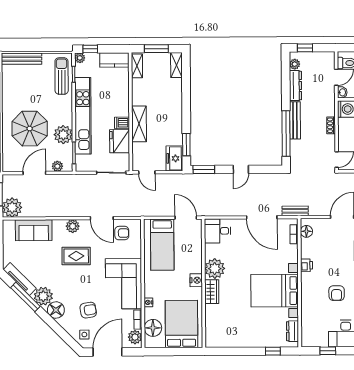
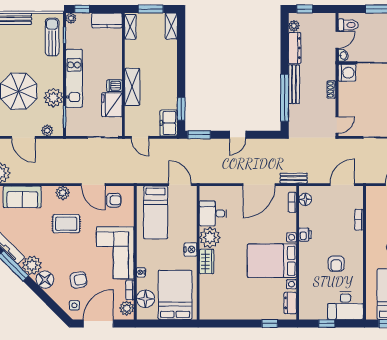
kitchen unit: (83, 116) -> (74, 78), width x0.73
door: (34, 173) -> (23, 137), swing flipped
door: (262, 217) -> (259, 185), hinge flipped
desk: (217, 231) -> (213, 213), moved

